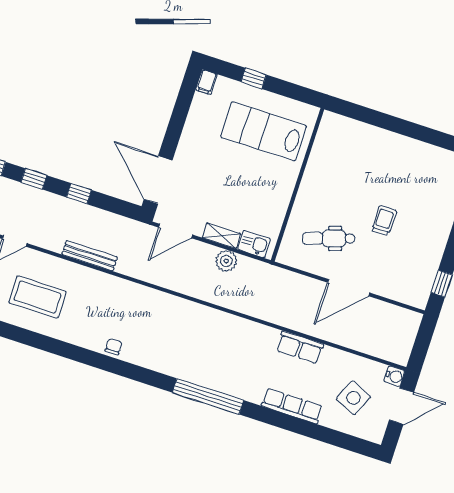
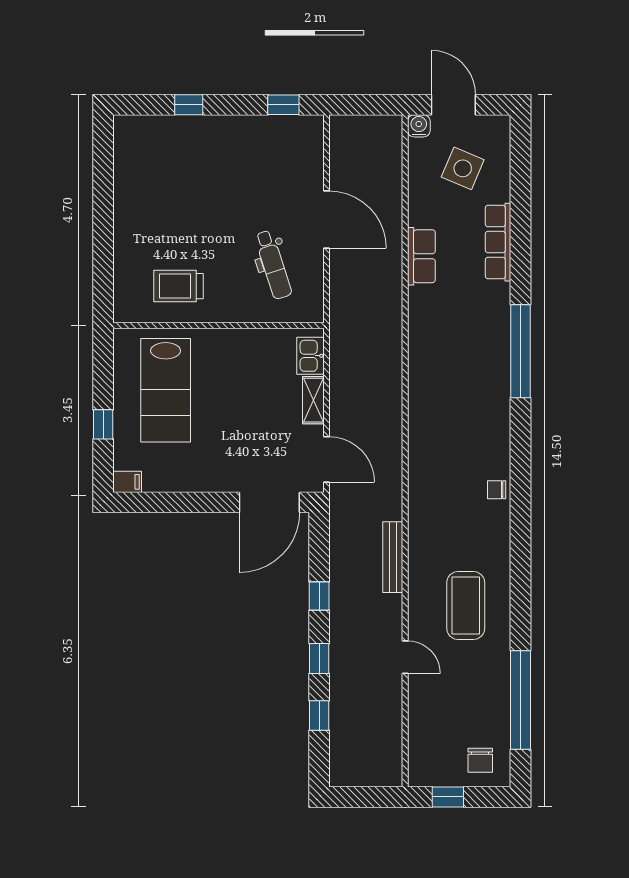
trolley: (384, 221) -> (178, 286), moved, width x1.36, depth x1.39
plant: (226, 261) -> (343, 384), removed

